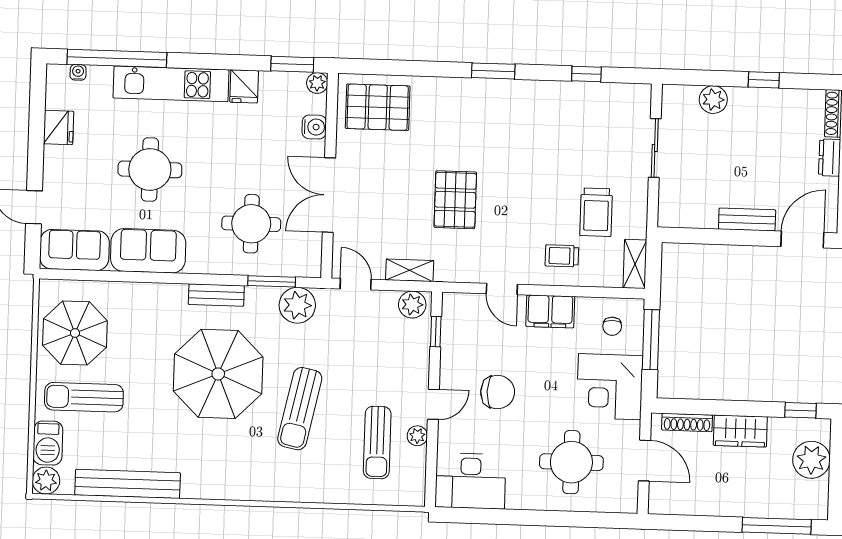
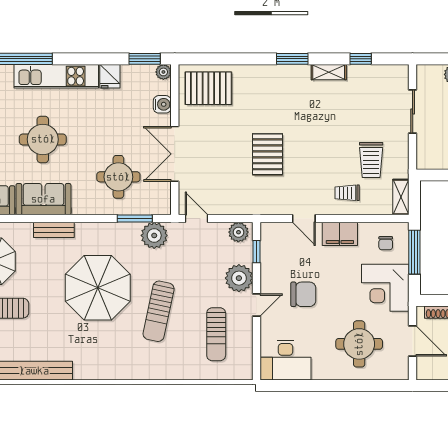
shelving: (410, 270) -> (329, 72), moved
bench: (216, 295) -> (54, 230), moved
plant: (417, 436) -> (239, 278), moved, width x1.87, depth x1.87

